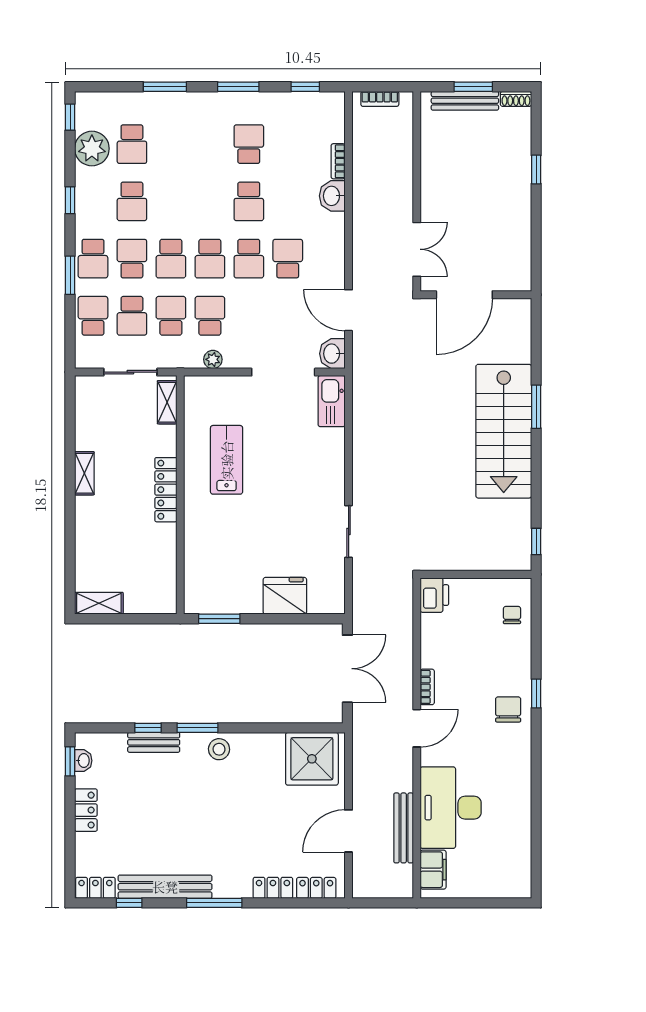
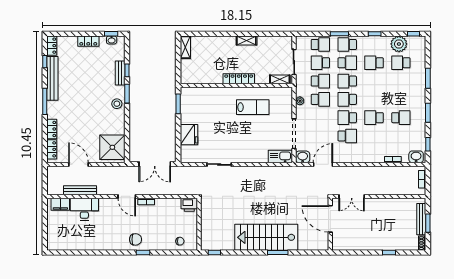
washbasin: (332, 196) -> (416, 157), moved
desk: (451, 808) -> (84, 209), width x0.73, depth x0.77

